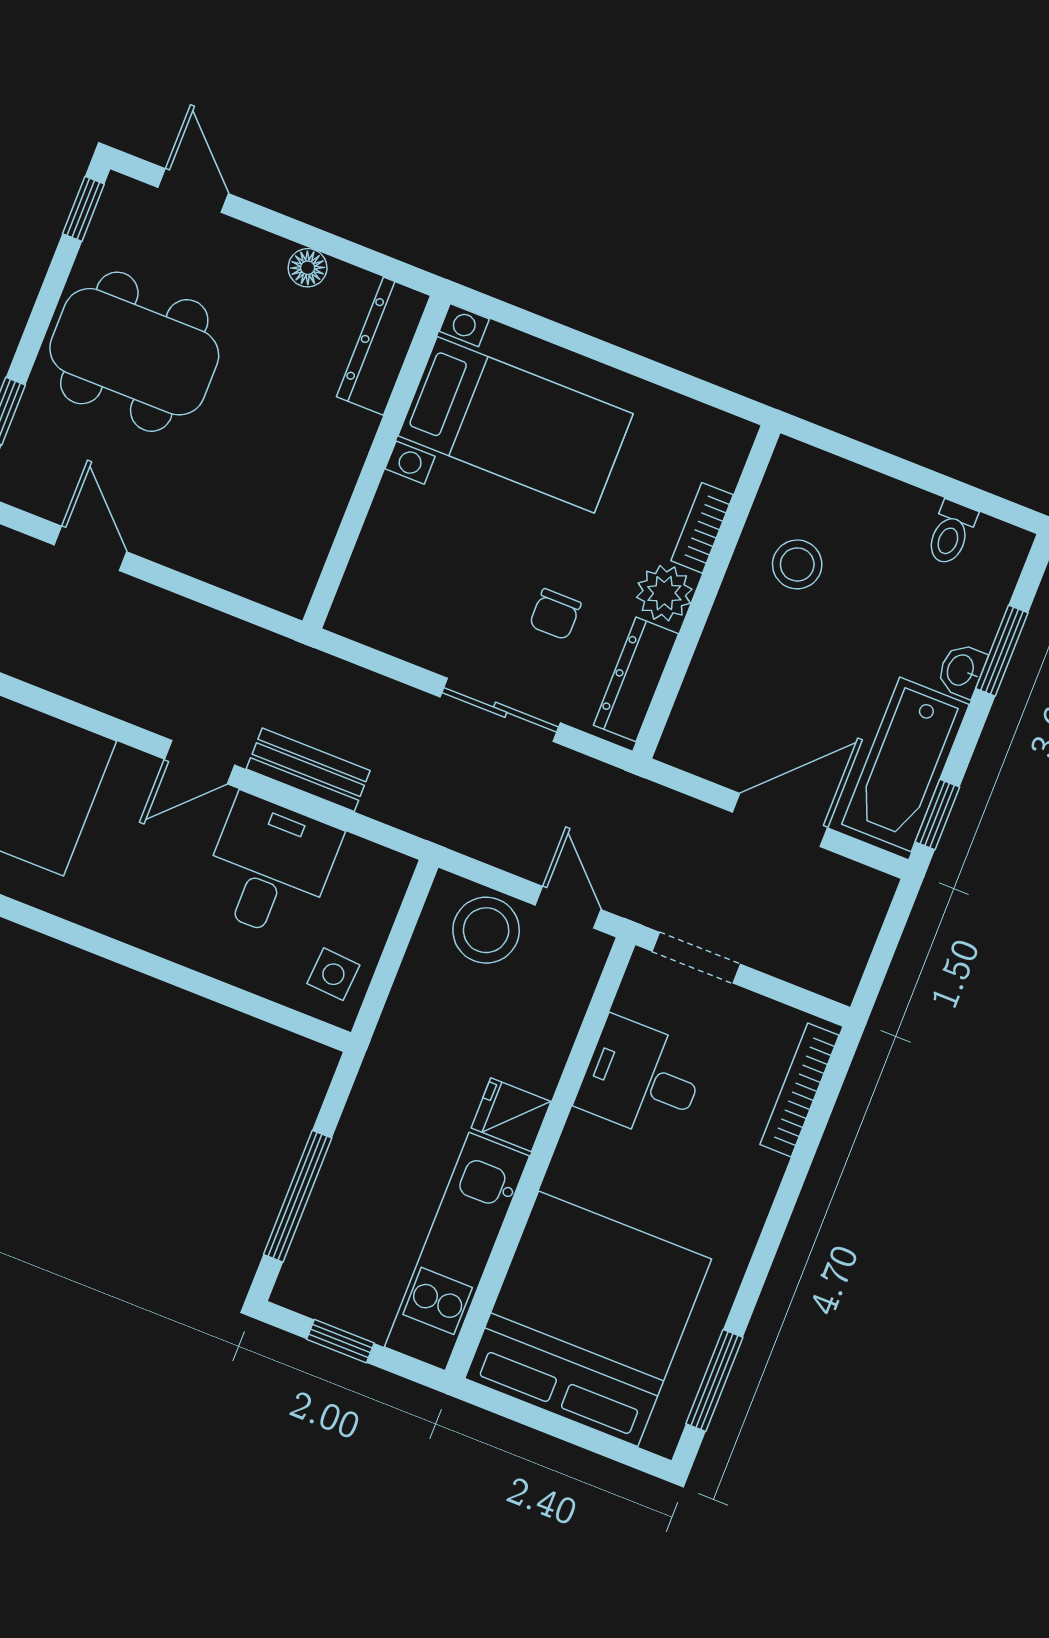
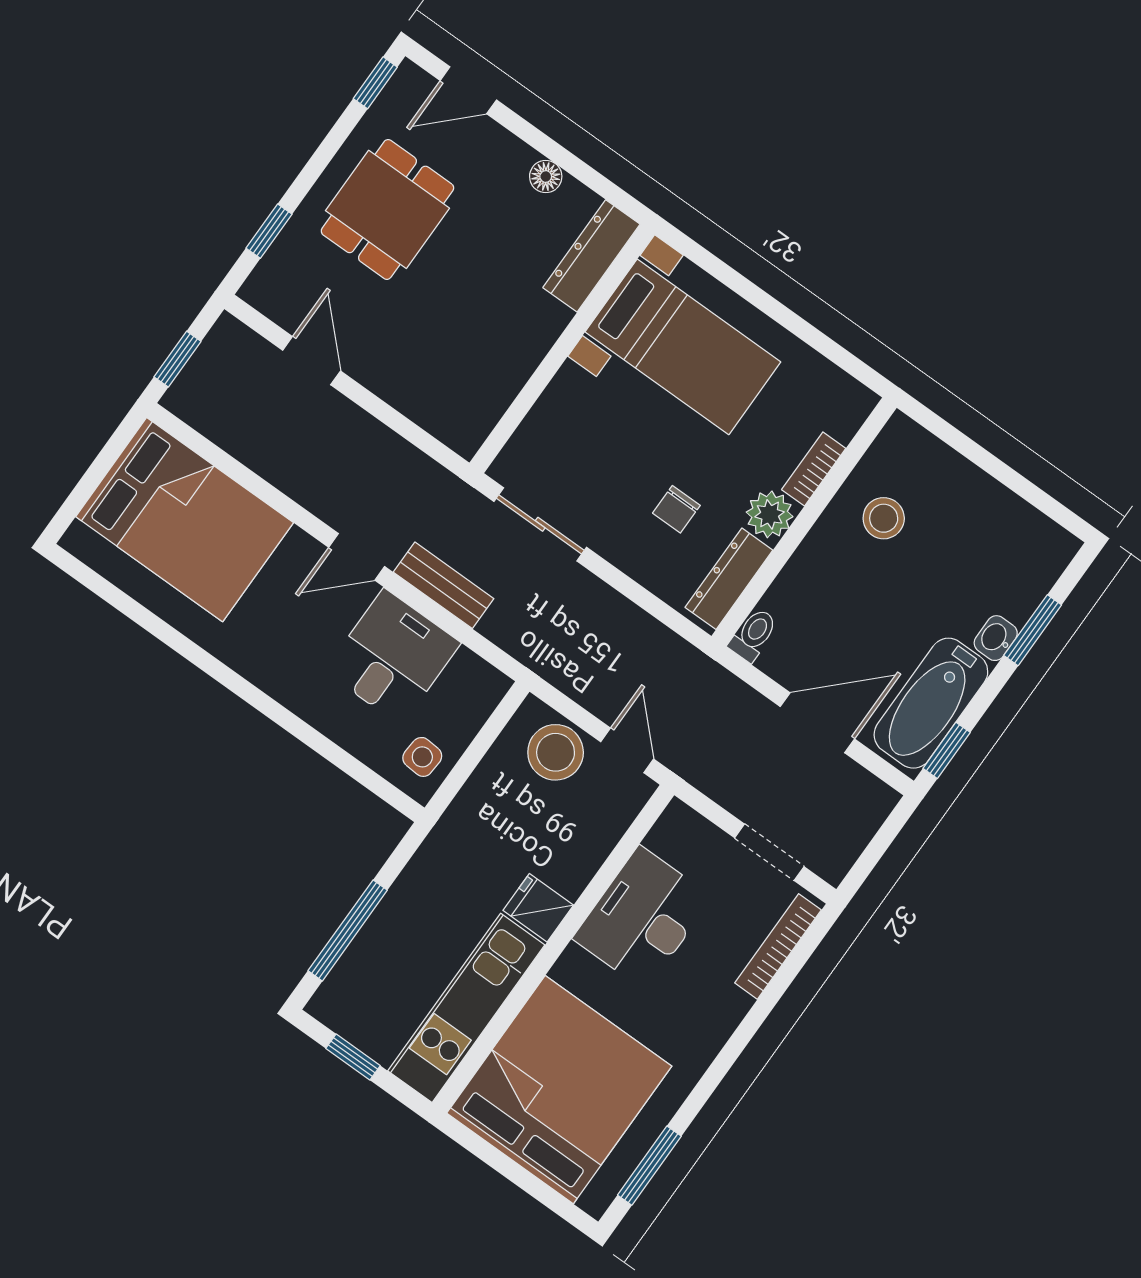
door: (193, 191) -> (468, 90), swing flipped
dining table: (134, 352) -> (387, 209), width x0.73
toilet: (951, 533) -> (753, 635), moved, turned 180
sliding door: (500, 710) -> (540, 524), moved
doorway: (696, 958) -> (769, 852), moved
desk: (641, 1079) -> (642, 918), width x1.37

